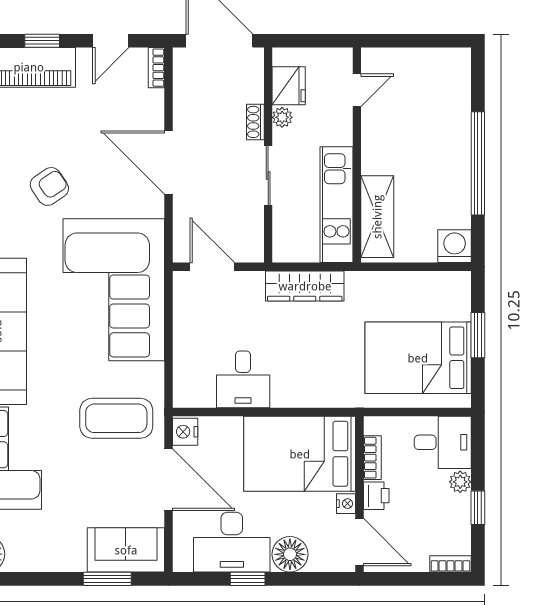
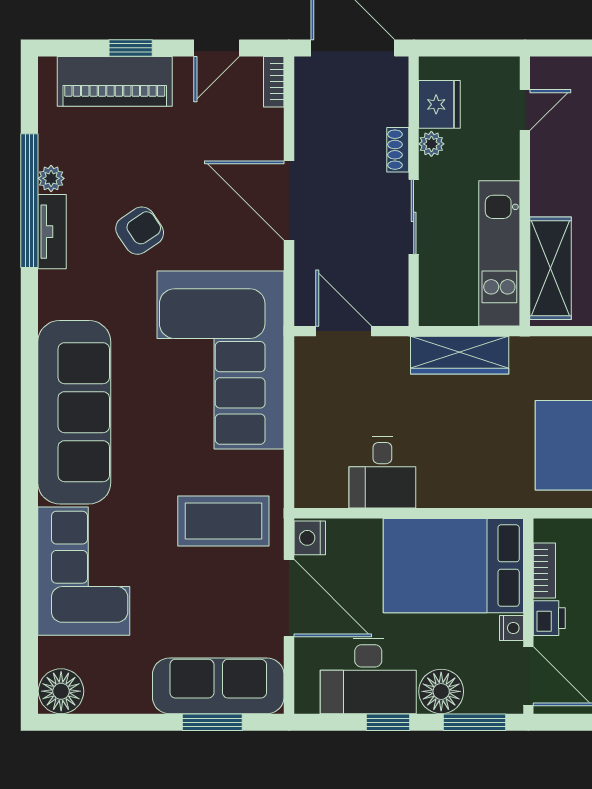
sofa: (126, 550) -> (218, 686), width x1.36
window: (317, 579) -> (475, 722), added

